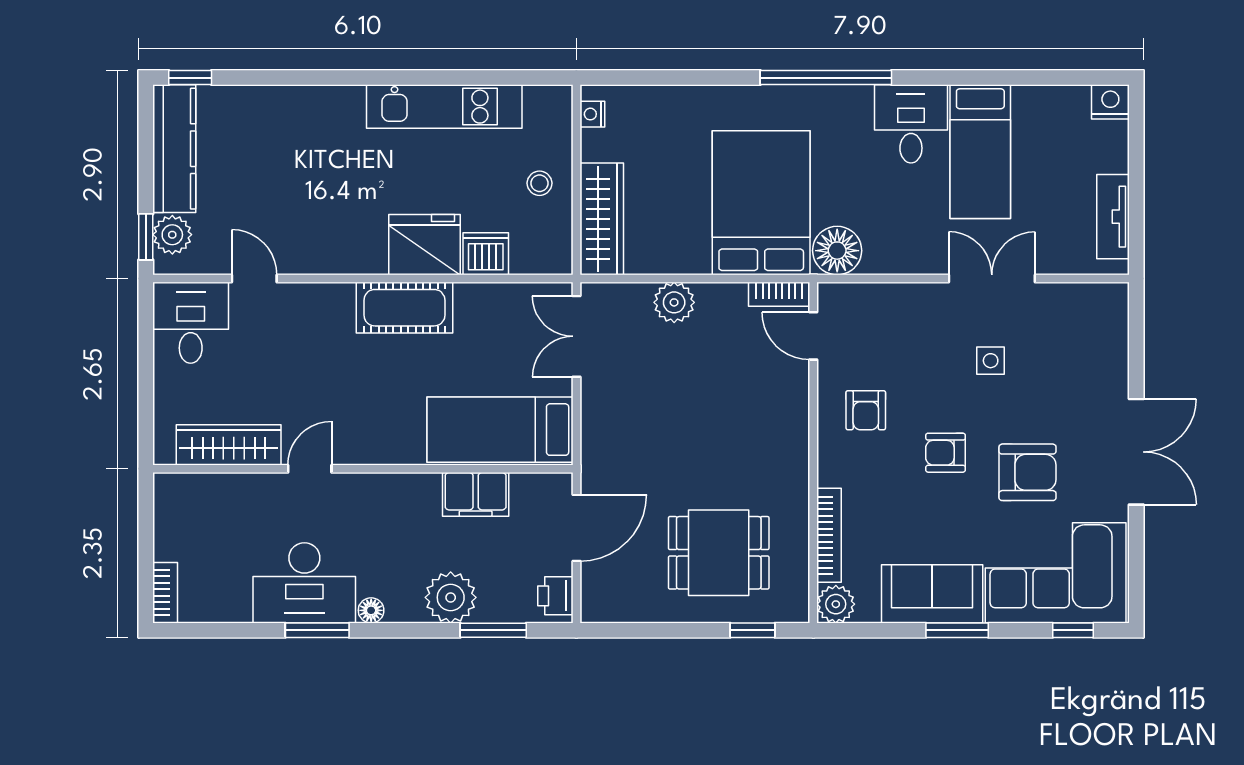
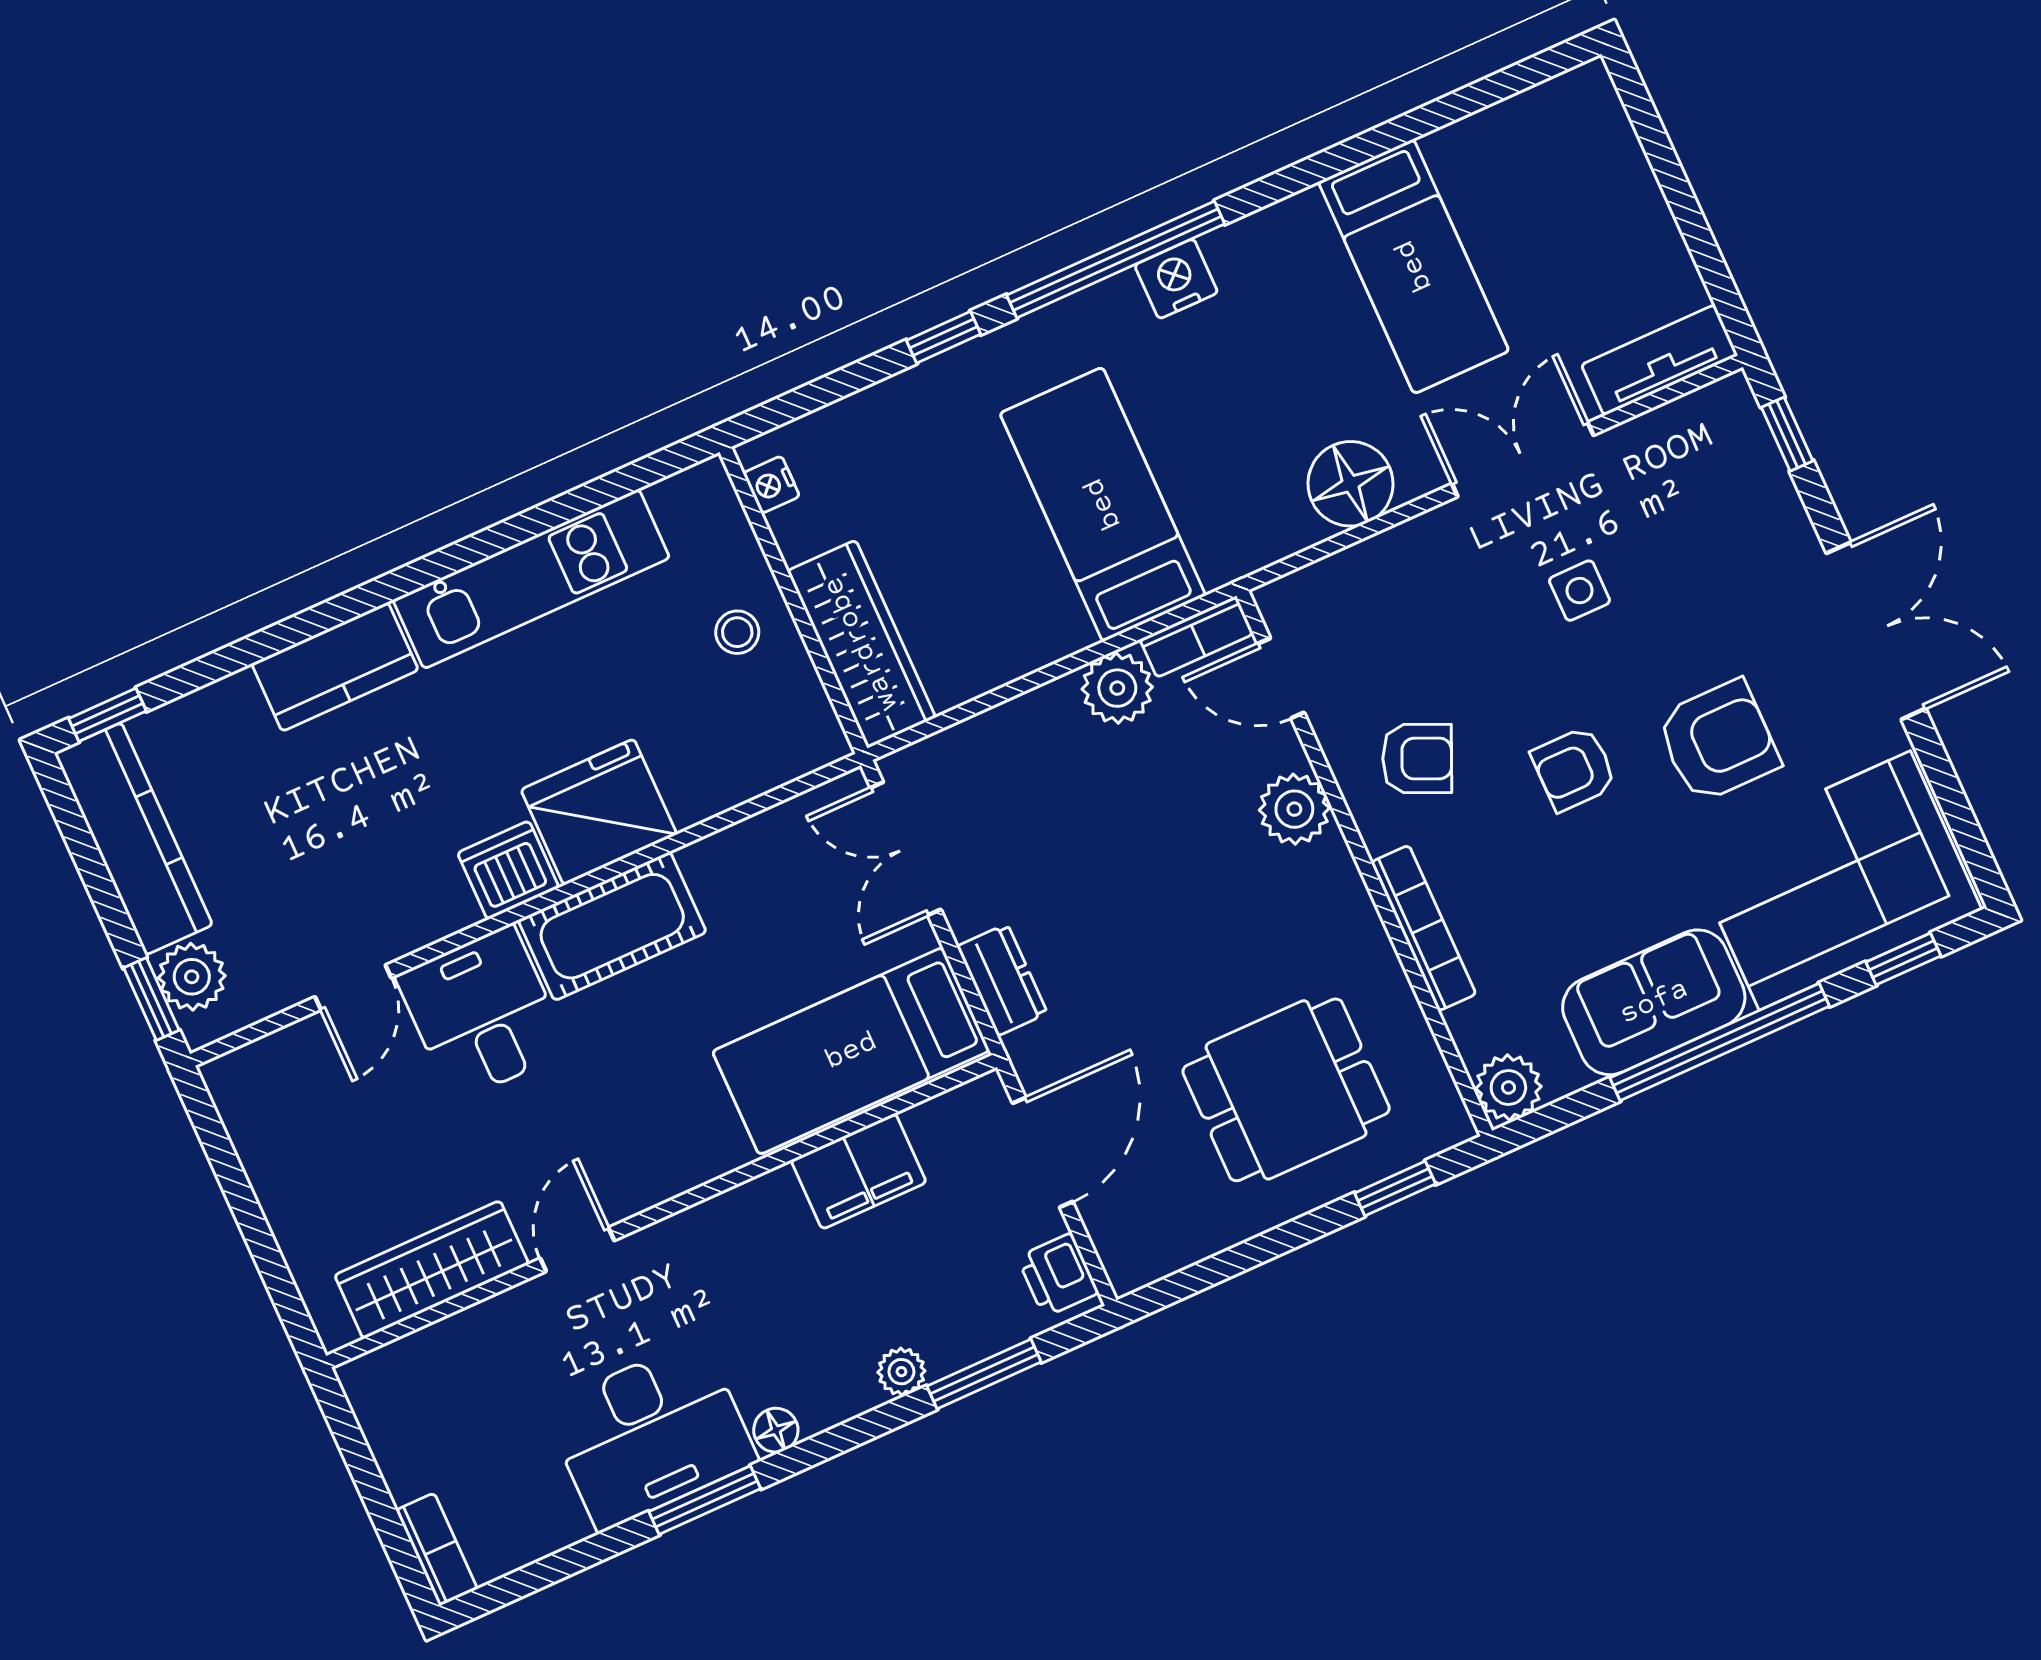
window: (717, 78) -> (944, 337), added
nightstand: (1110, 102) -> (1176, 279), moved
kitchen counter: (321, 106) -> (335, 667), added
desk: (911, 124) -> (1284, 272), removed
bed: (761, 203) -> (1103, 504), width x0.67
tv unit: (1113, 217) -> (1659, 360), moved, turned 90
floor lamp: (837, 251) -> (1350, 484), moved
dishwasher: (486, 254) -> (508, 870), moved
door: (254, 279) -> (353, 987), swing flipped
plant: (674, 302) -> (1117, 688), moved
desk: (191, 323) -> (482, 1014), moved
window: (1136, 328) -> (1787, 434), added
plant: (789, 408) -> (1294, 809), added
armchair: (866, 410) -> (1417, 759), turned -66
dresser: (596, 428) -> (1002, 980), added
bookcase: (829, 535) -> (1423, 928), moved
plant: (451, 597) -> (901, 1372), width x0.53, depth x0.53
window: (957, 630) -> (1720, 1042), width x2.11

